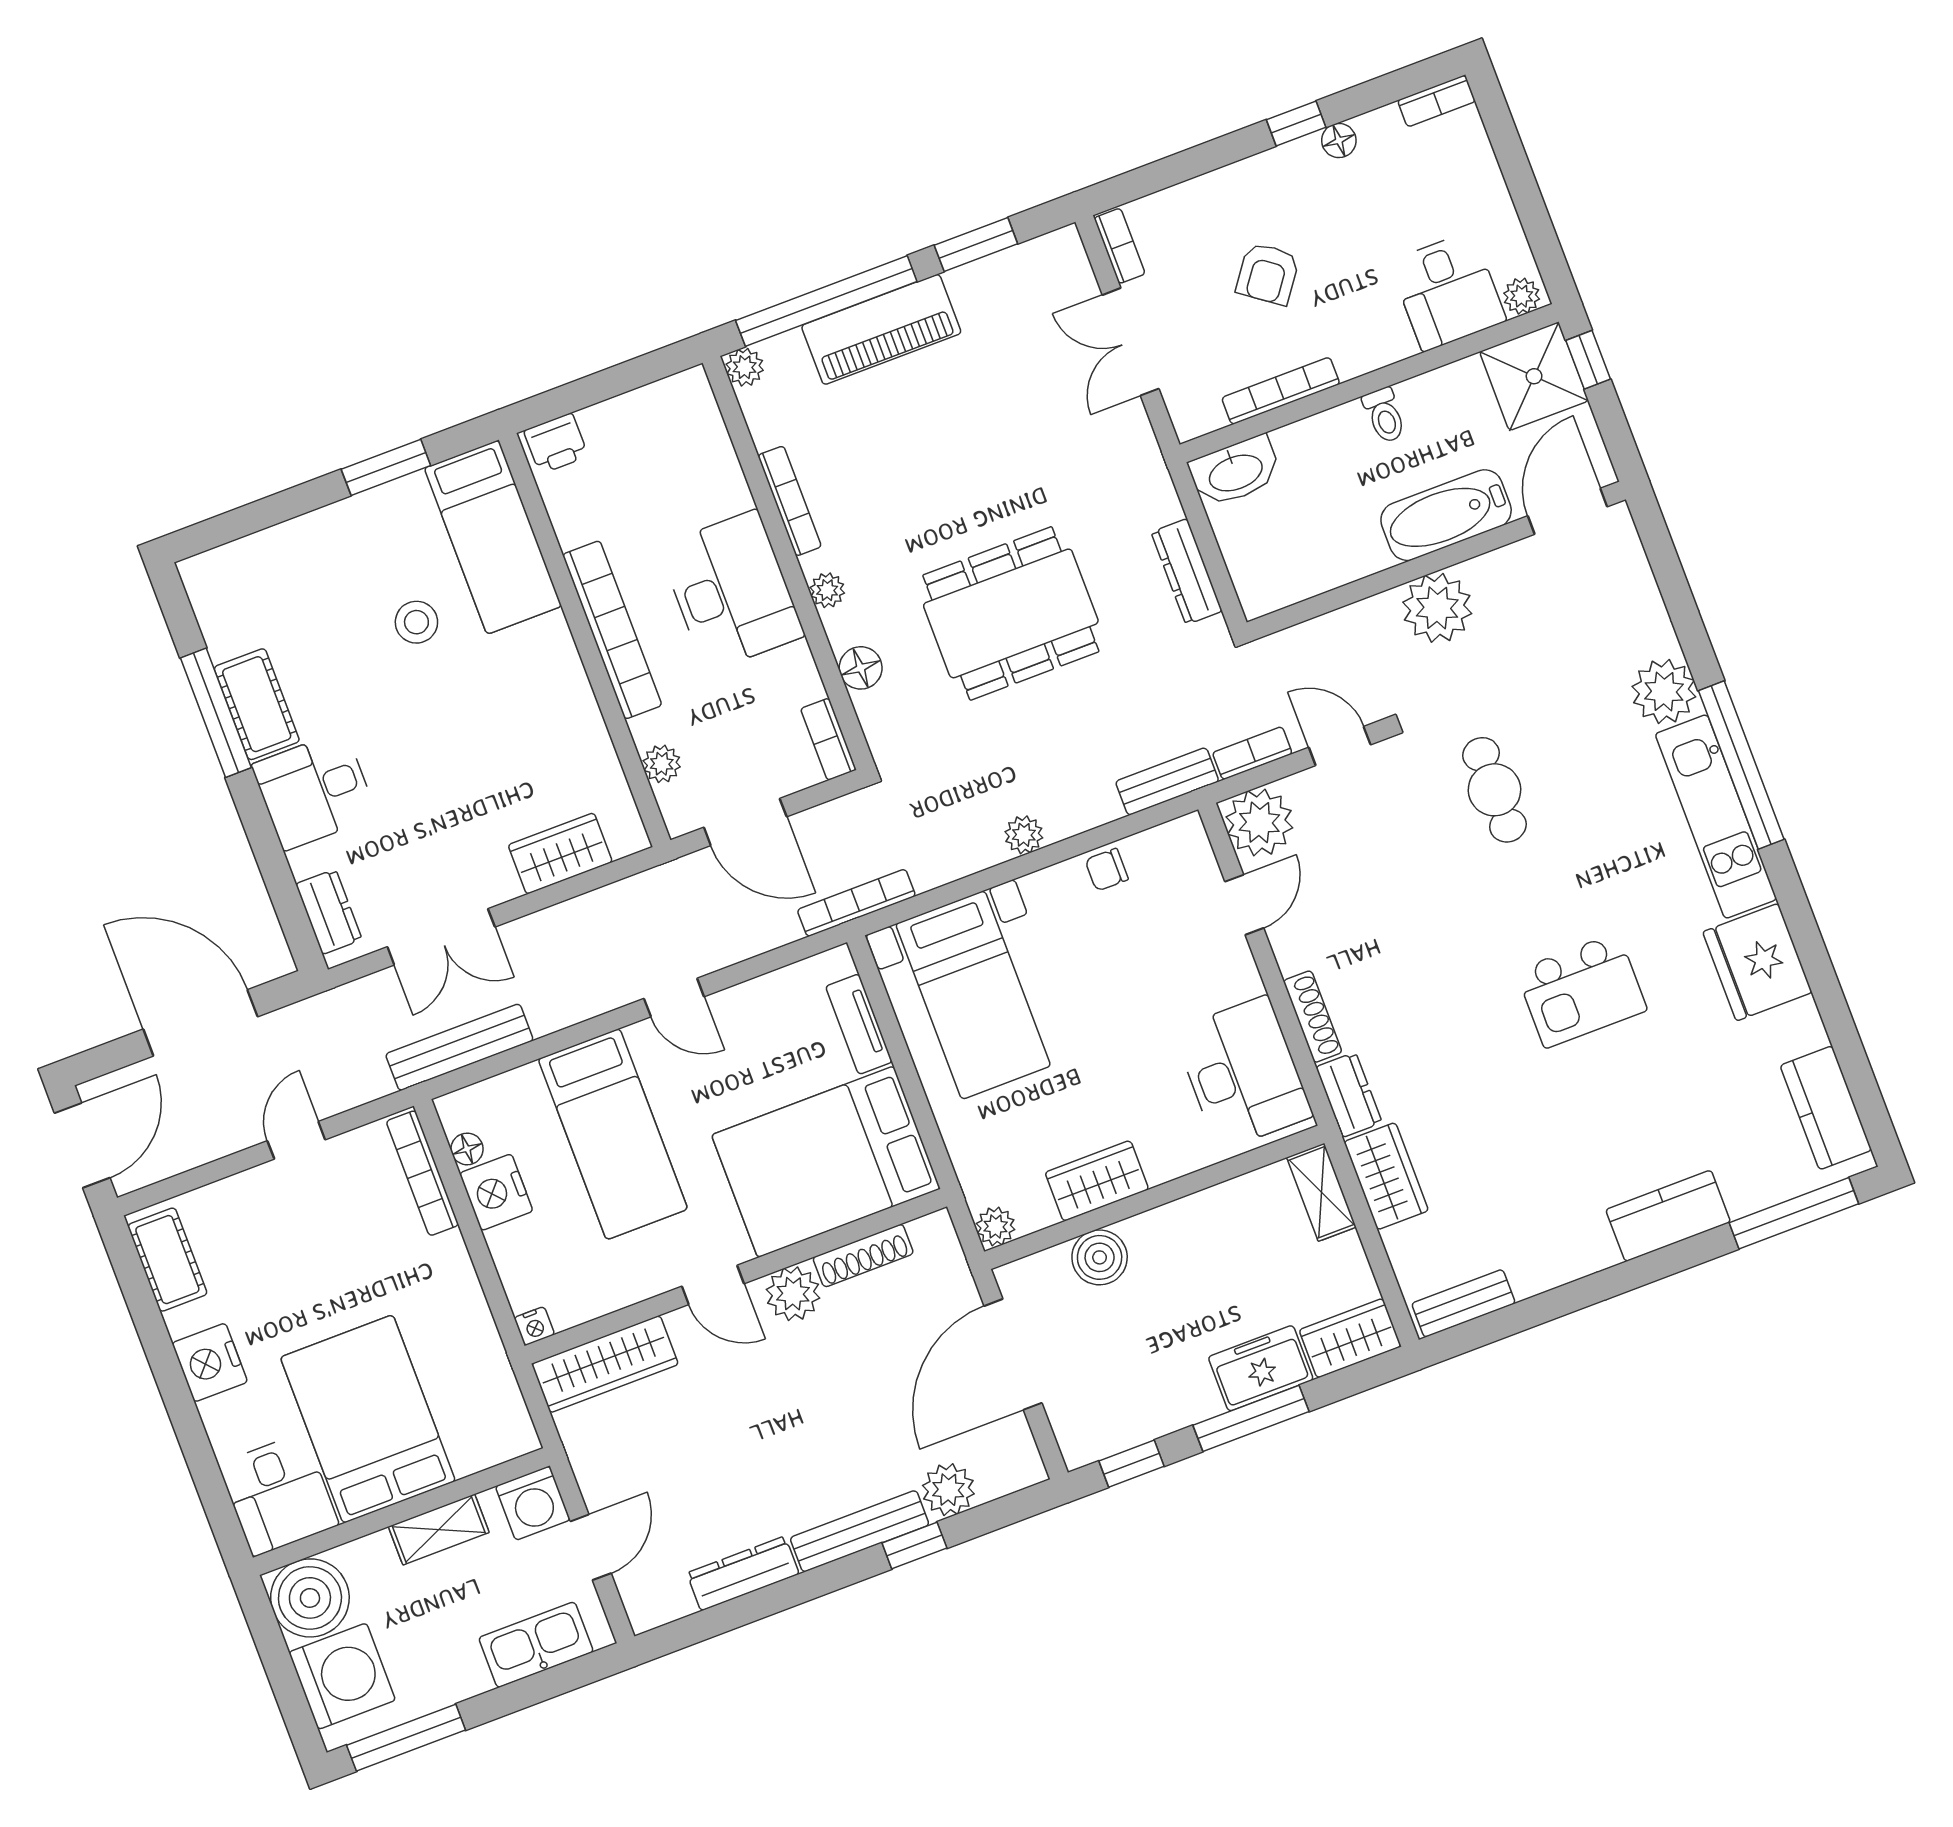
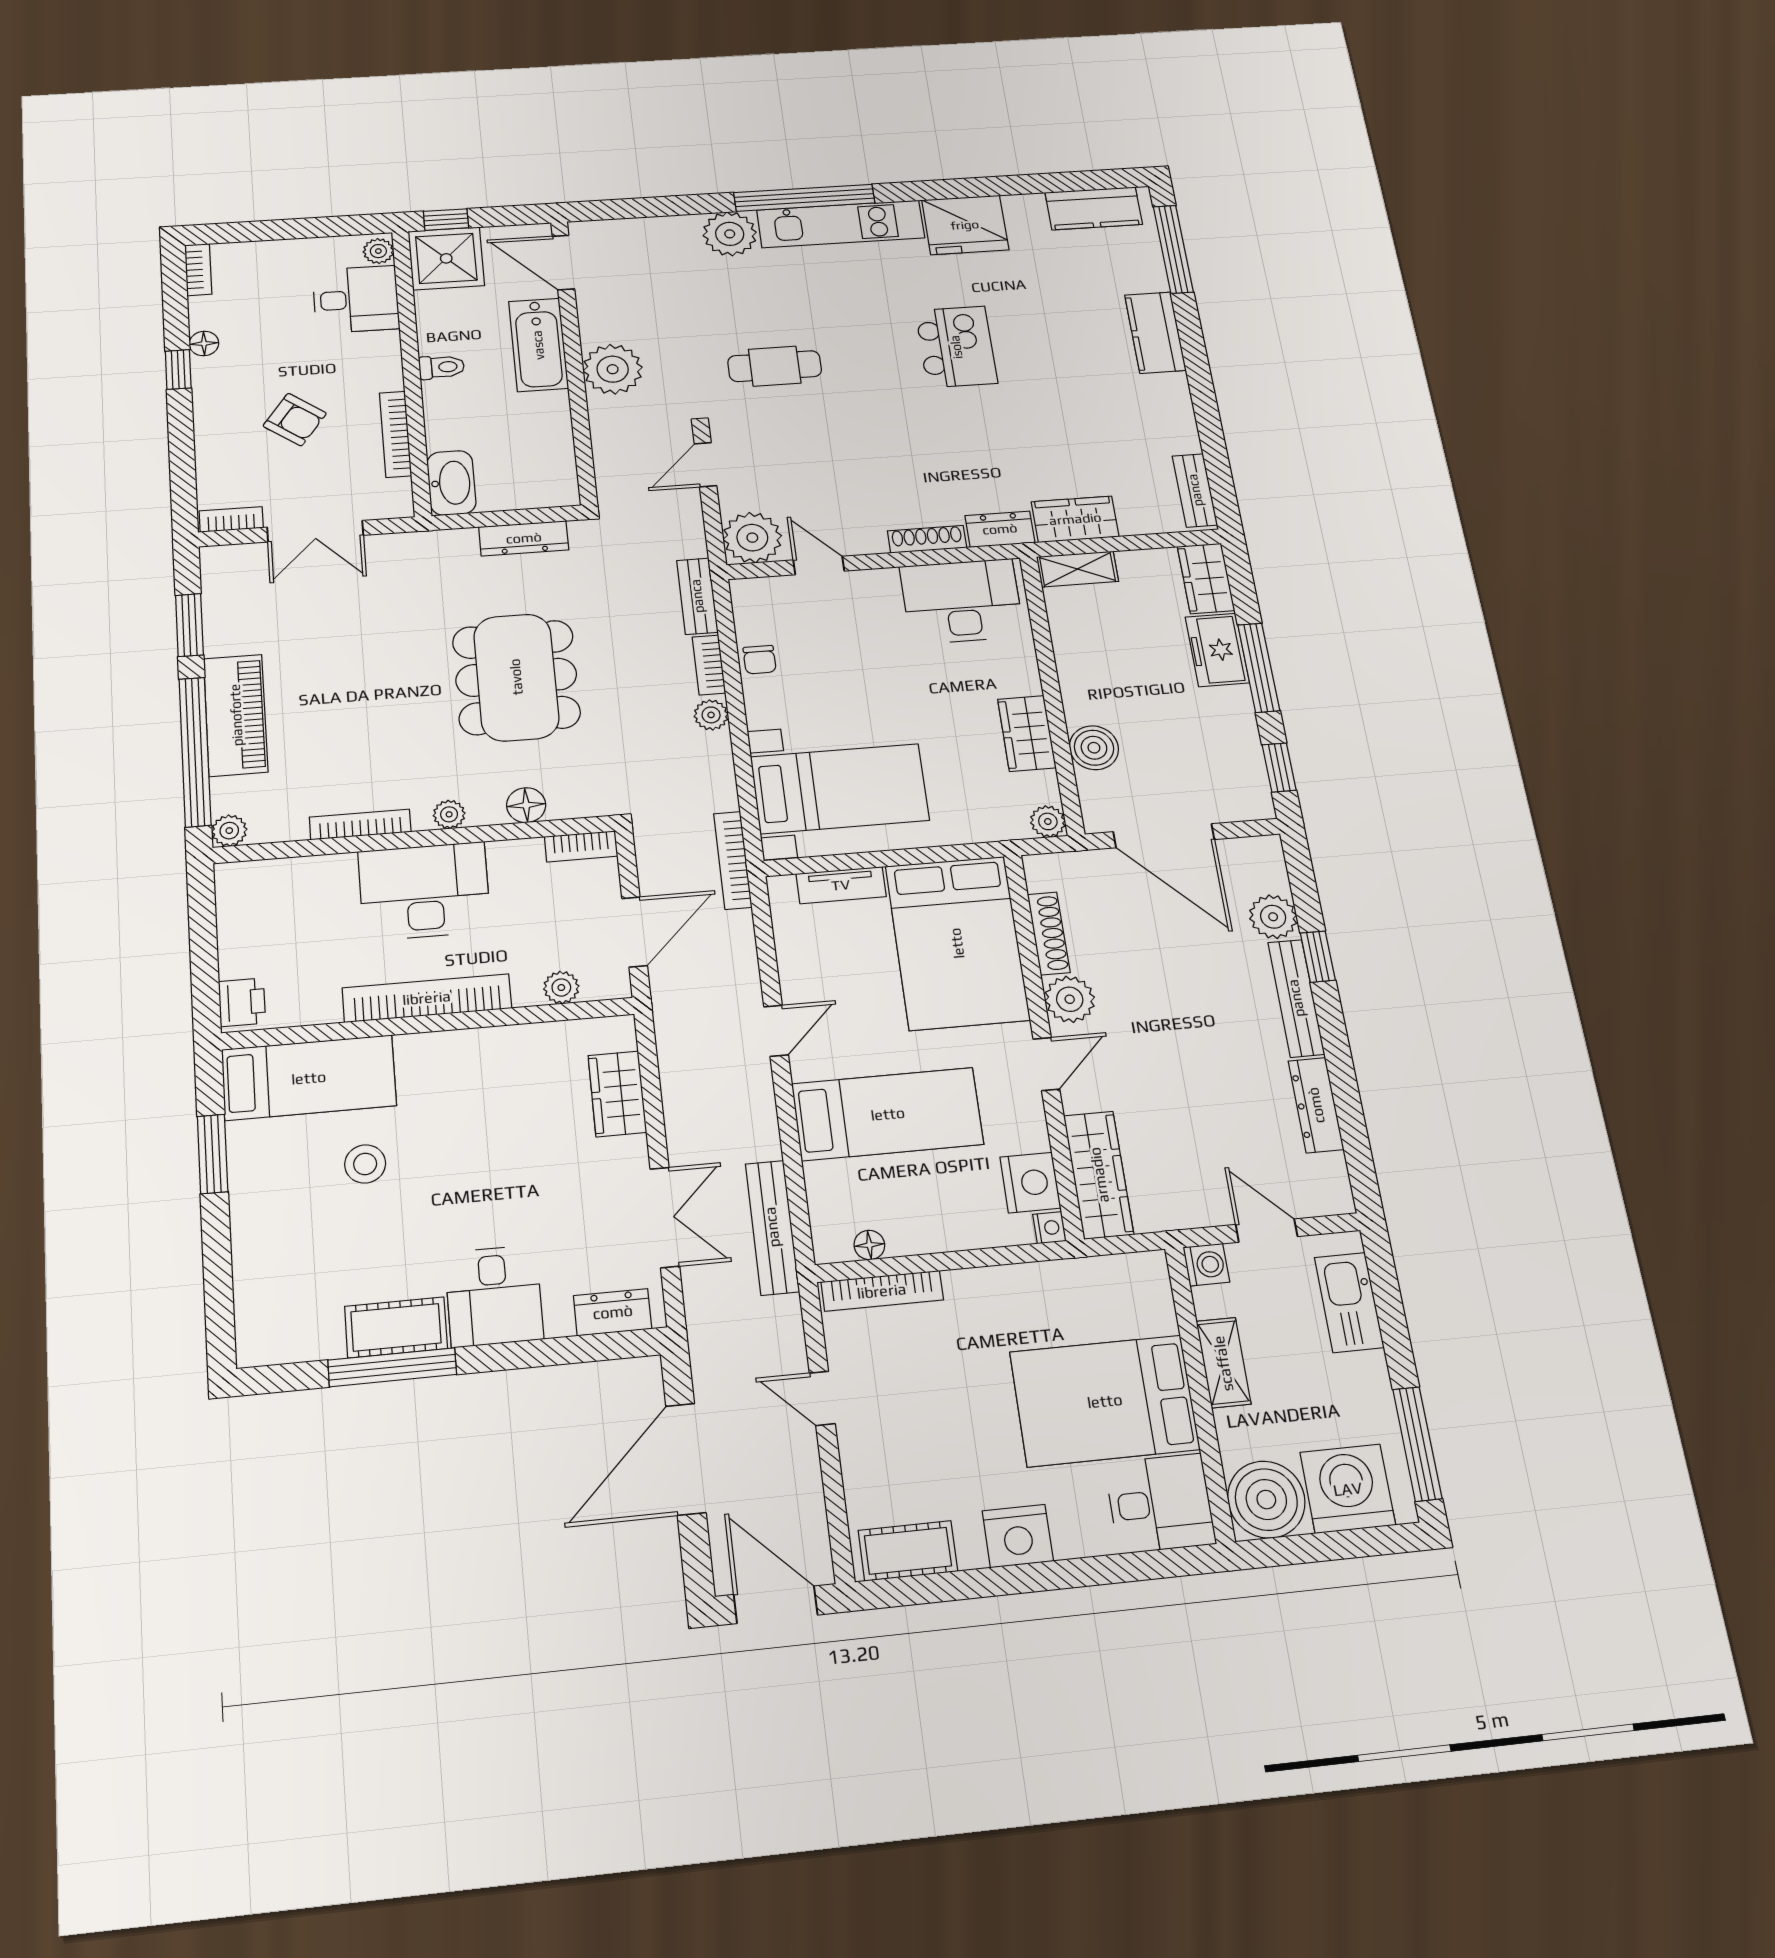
bookcase: (1252, 753) -> (709, 665), moved
nightstand: (496, 1192) -> (1030, 1183), moved, turned -90
washing machine: (533, 1503) -> (1206, 1265), width x0.73, depth x0.73

